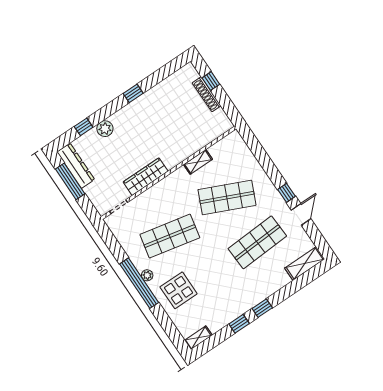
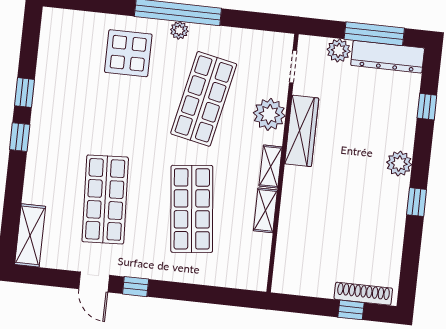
shoe rack: (207, 94) -> (363, 294), moved
plant: (105, 129) -> (399, 163), moved
plant: (92, 192) -> (339, 50), added
shop shelf: (227, 197) -> (192, 209), turned -30
plant: (151, 199) -> (269, 114), added
shelving: (198, 338) -> (271, 166), moved

